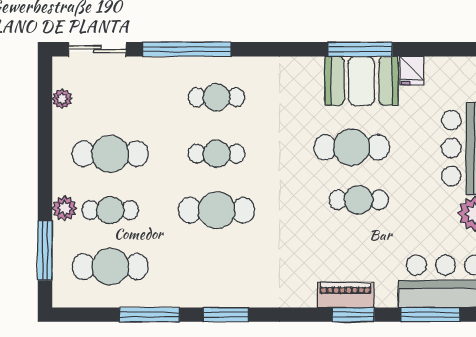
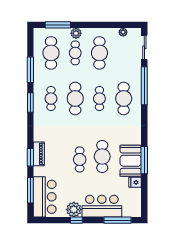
cafe table: (217, 97) -> (124, 99), width x1.37, depth x1.35
cafe table: (217, 267) -> (51, 99), added

